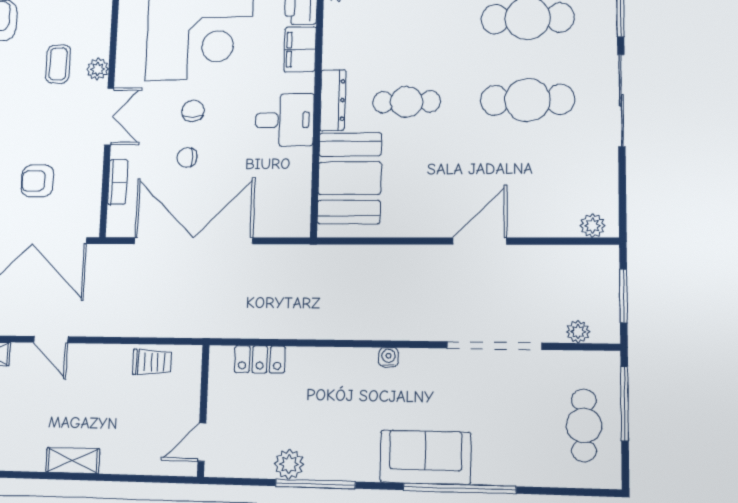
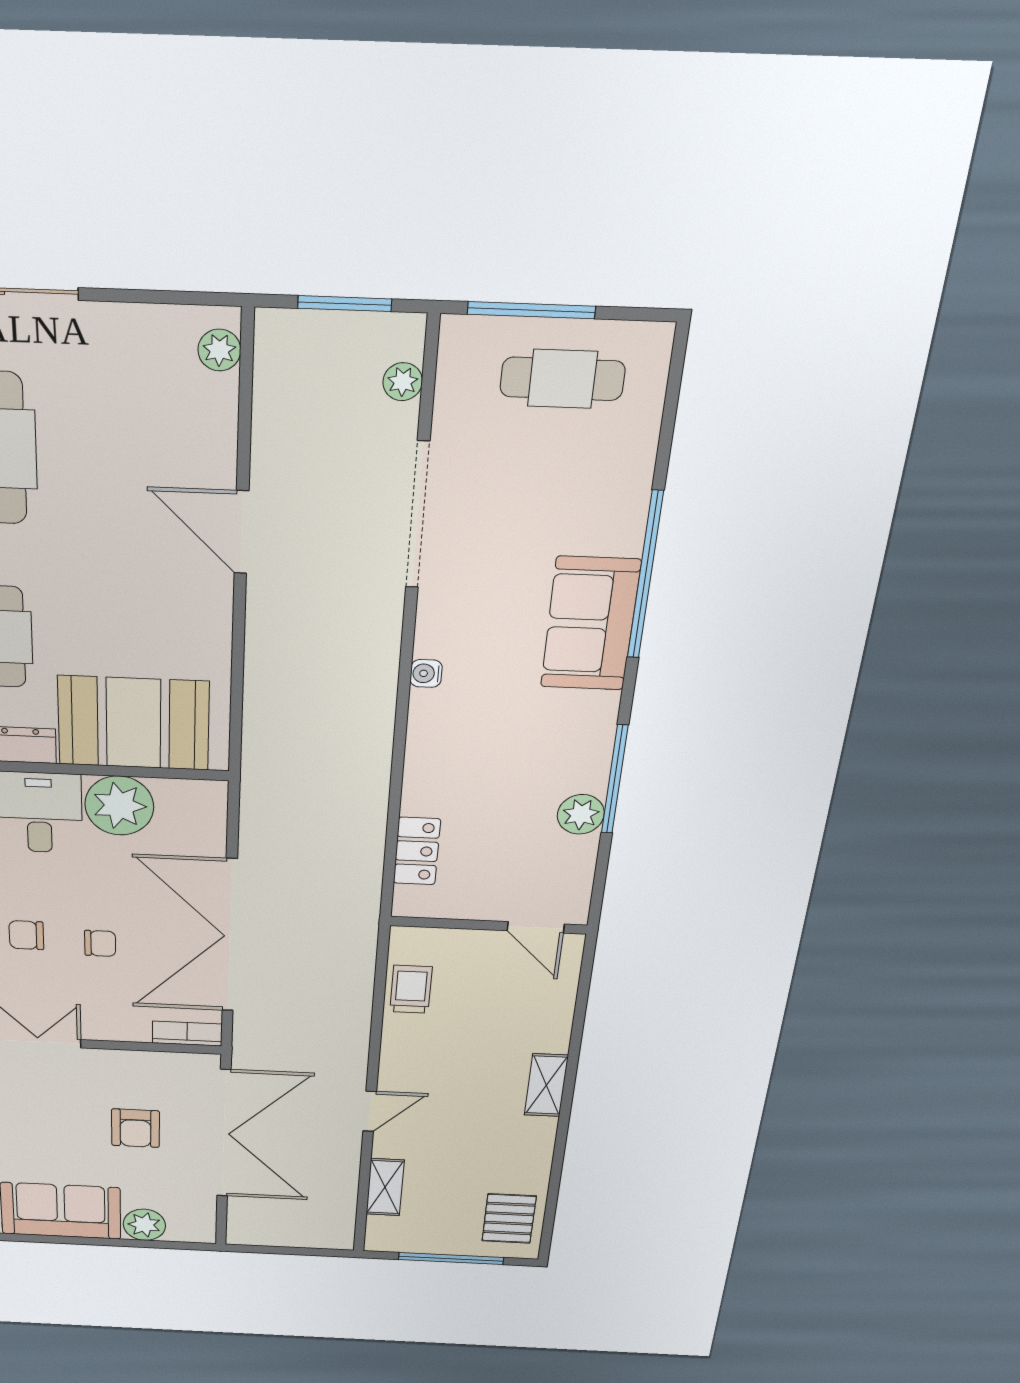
chair: (187, 157) -> (100, 943), turned -90
plant: (290, 170) -> (119, 806), added
bookcase: (118, 182) -> (187, 1034), moved

